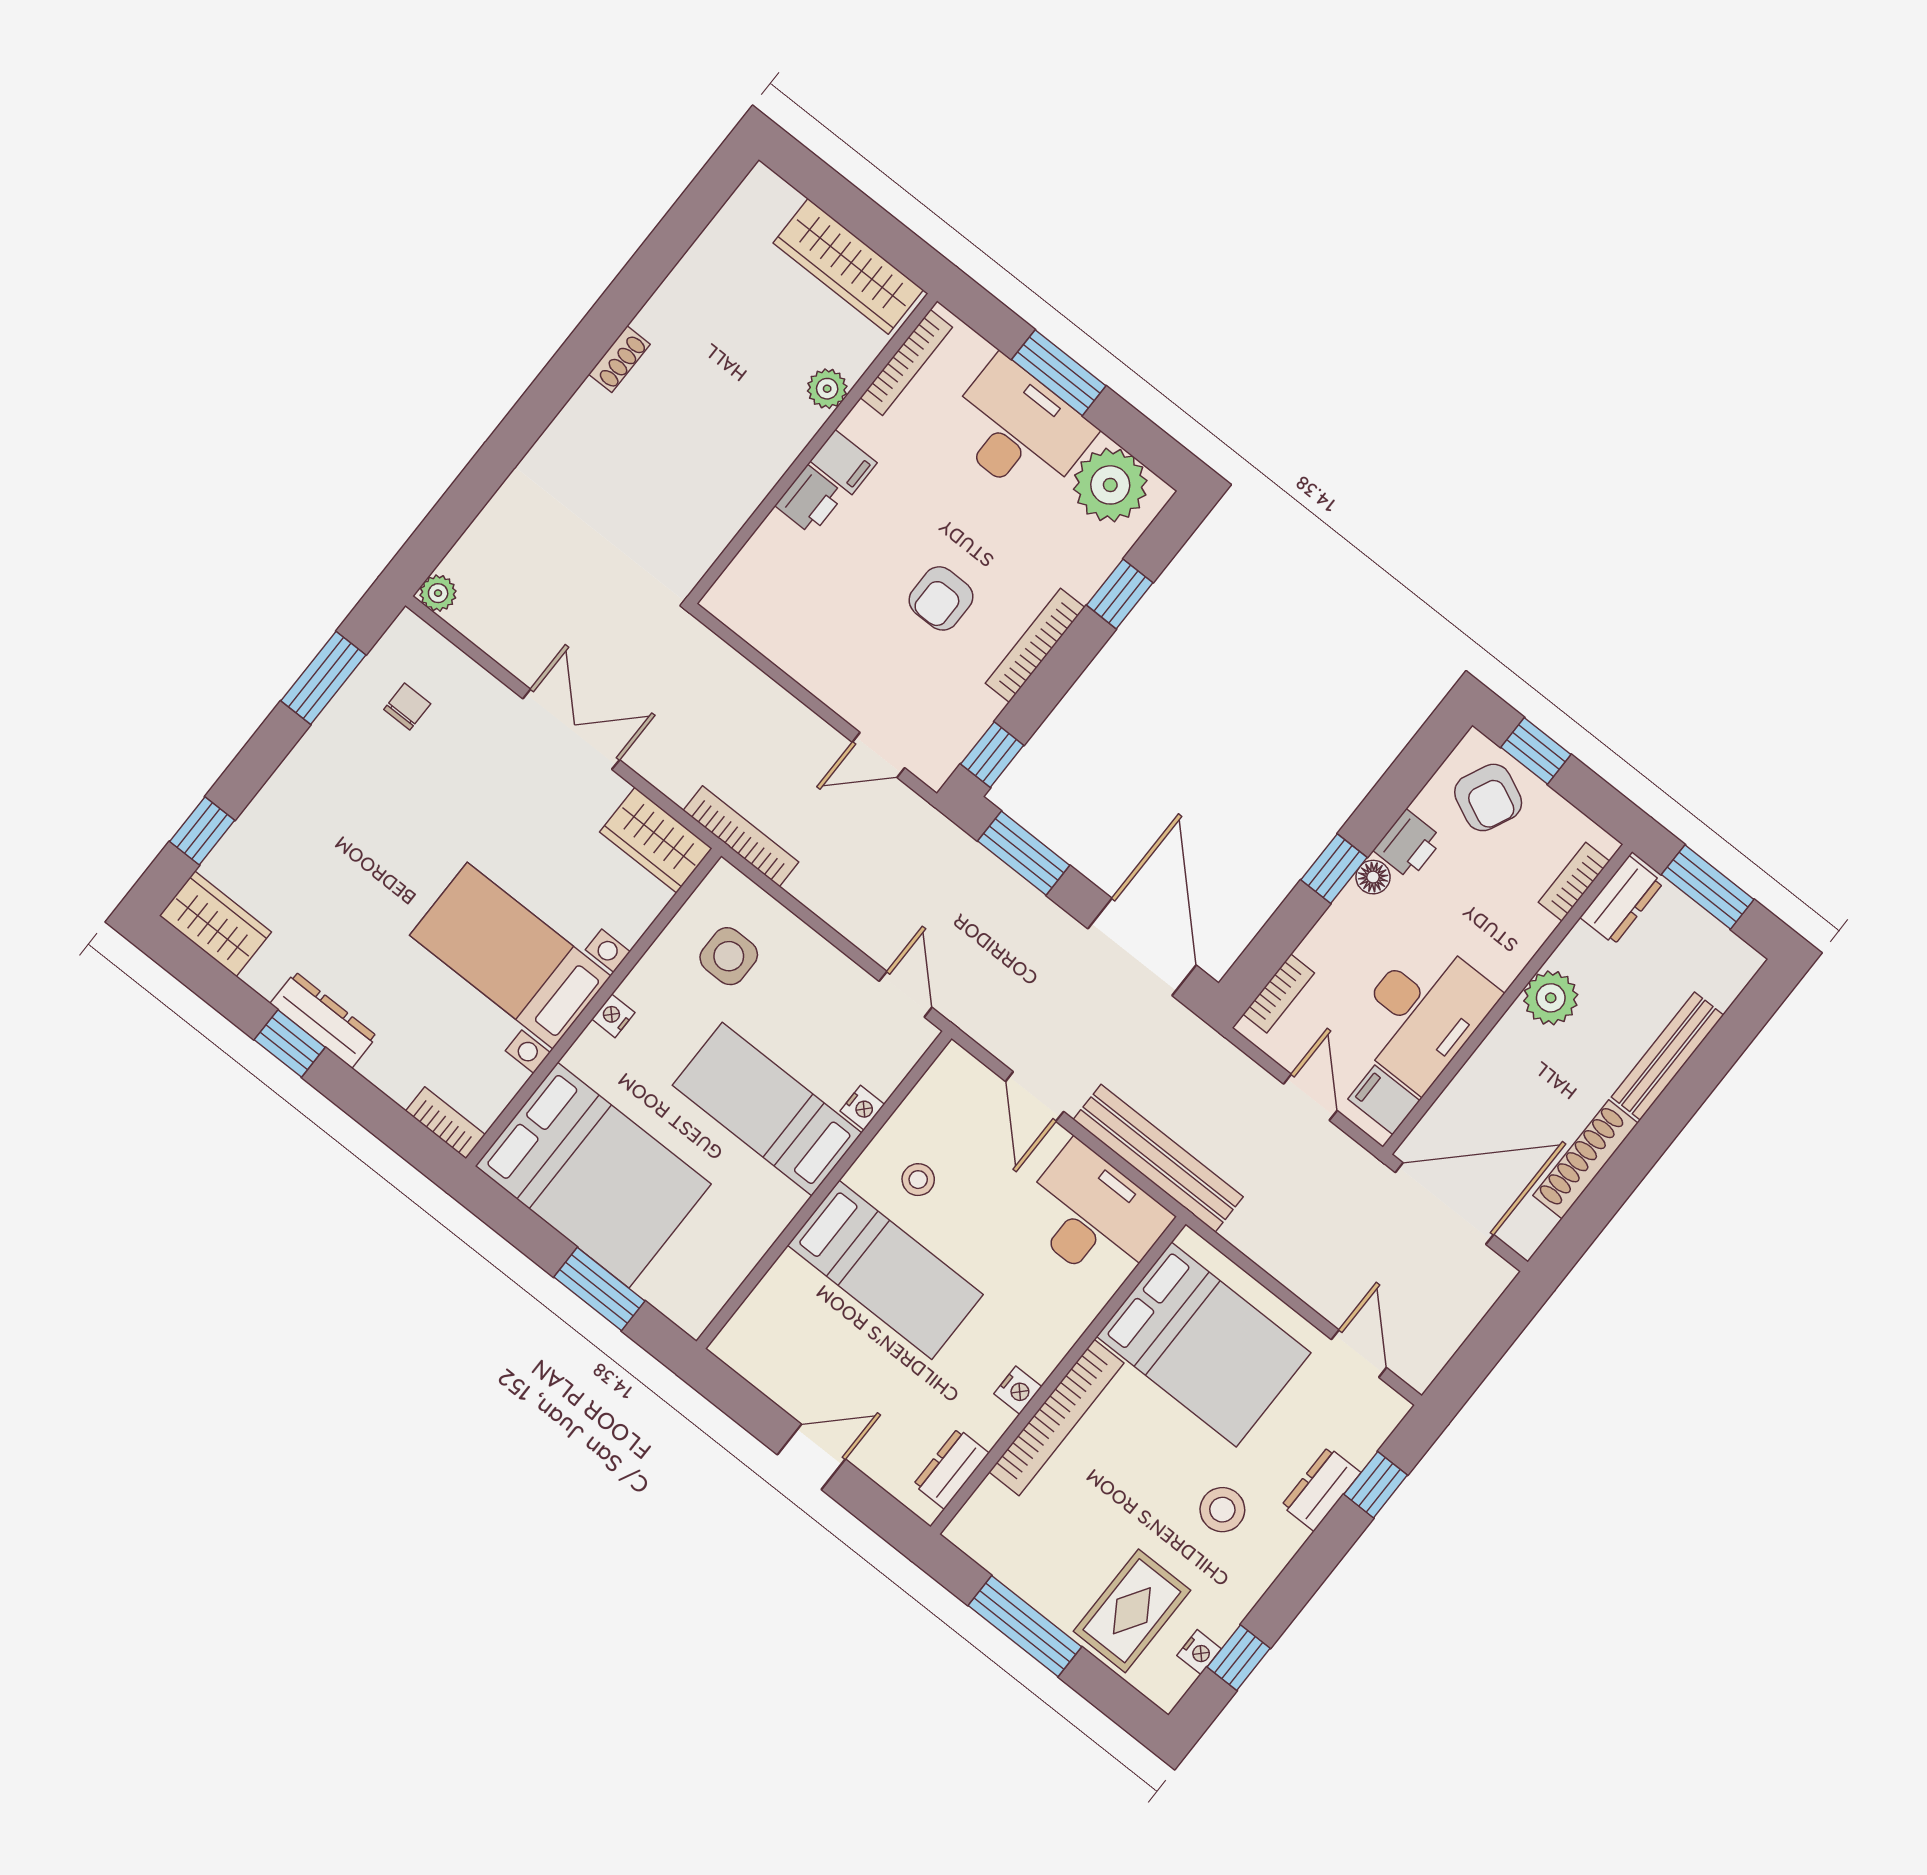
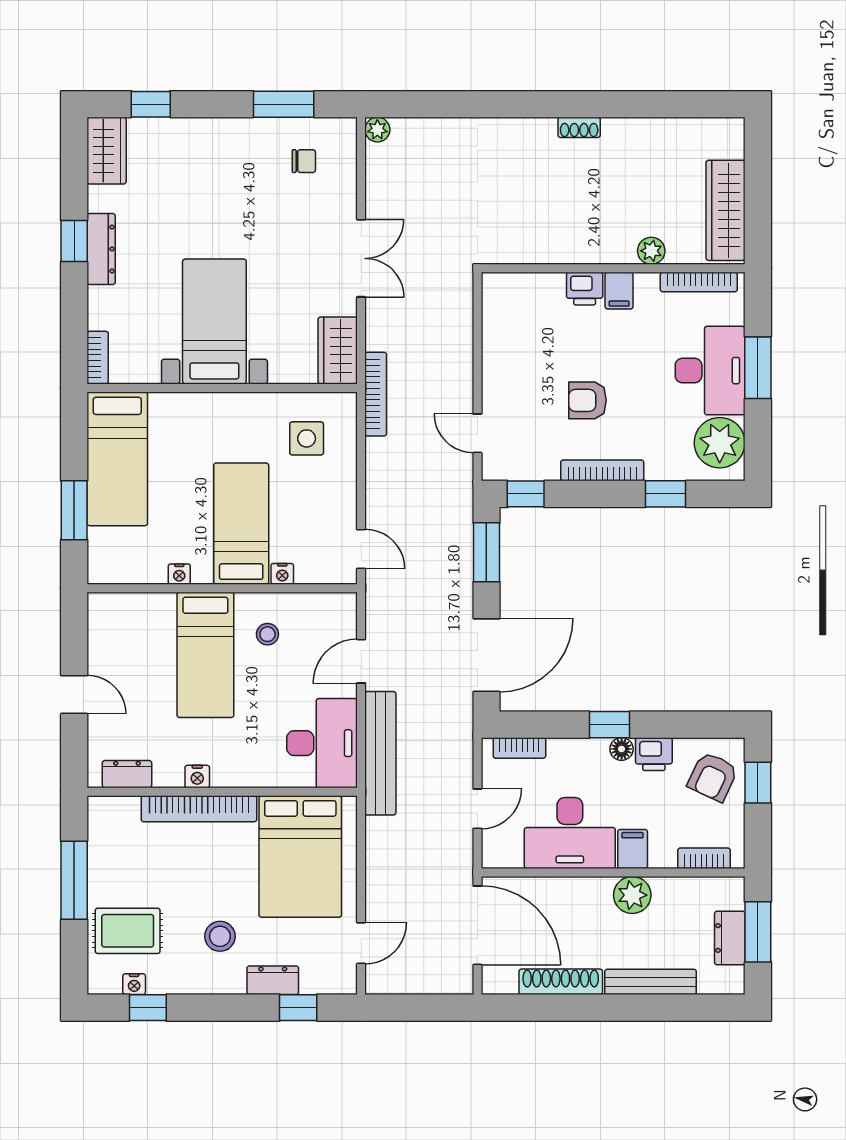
dresser: (1622, 900) -> (730, 938), moved, turned 90
door: (906, 994) -> (361, 549), hinge flipped
nightstand: (613, 1016) -> (179, 574), moved, turned 180
filing cabinet: (1384, 1100) -> (633, 849), moved
bed: (593, 1175) -> (117, 459), width x0.67

